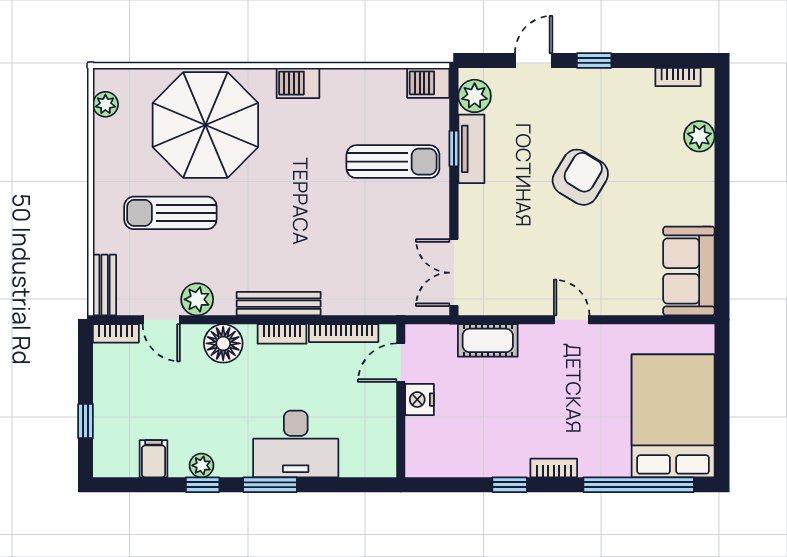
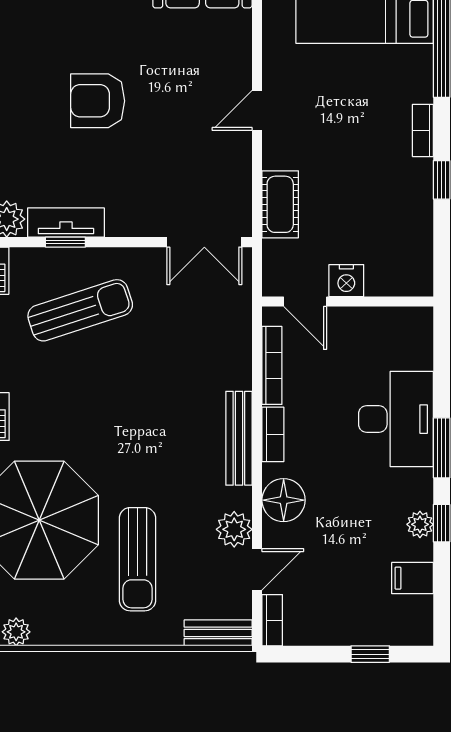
sun lounger: (393, 162) -> (80, 310), turned 72
armchair: (580, 177) -> (98, 101), turned -31

